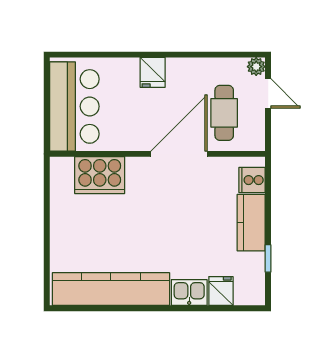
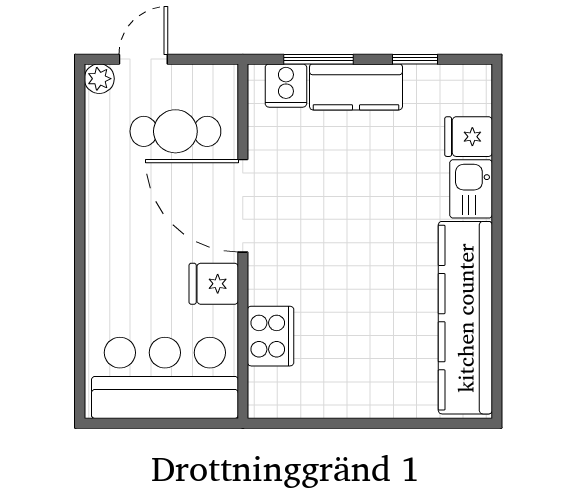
fridge: (153, 72) -> (214, 284), moved, turned 180
cooker: (100, 175) -> (271, 336), width x0.73, depth x0.76
window: (268, 200) -> (318, 59), added

